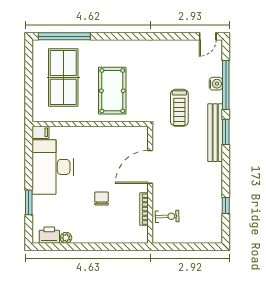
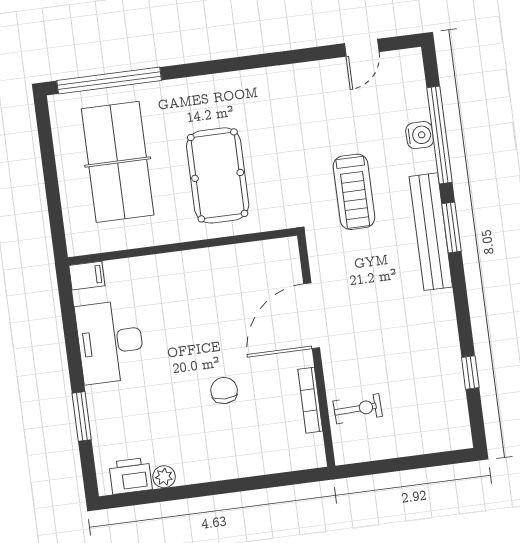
door: (208, 36) -> (362, 48), moved
desk: (53, 167) -> (110, 342), width x0.73, depth x0.77

